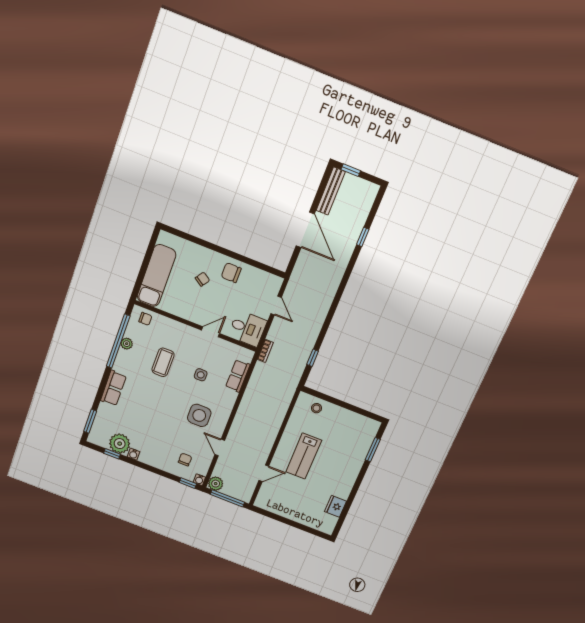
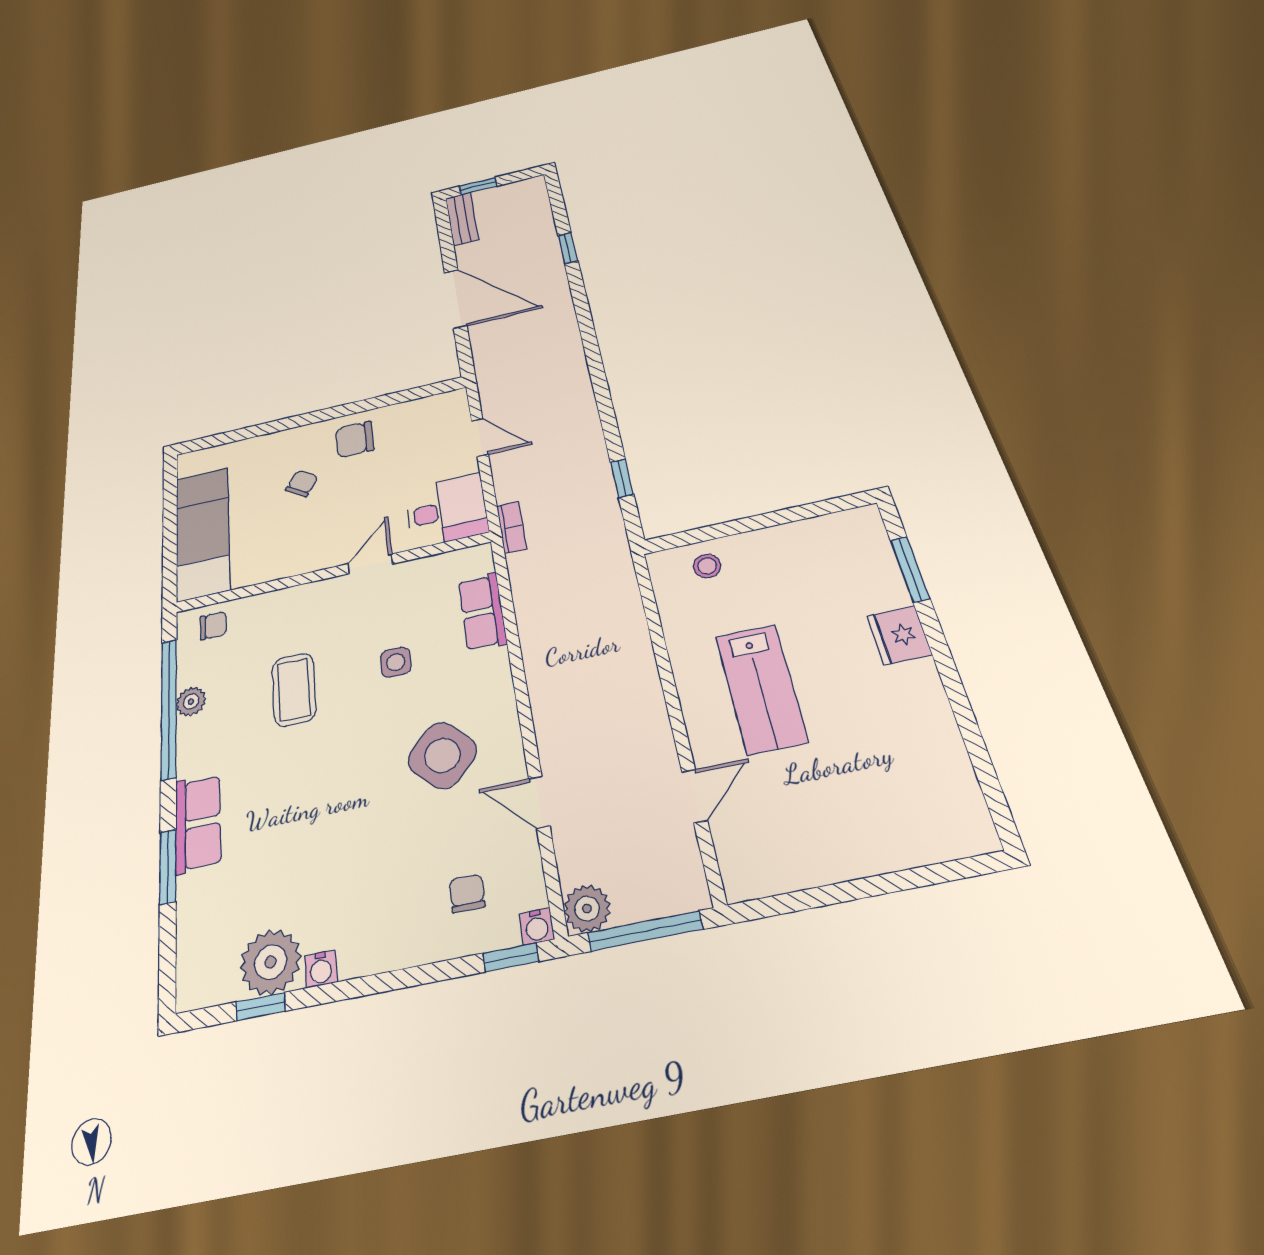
bench: (331, 191) -> (462, 219), width x0.73
side table: (199, 415) -> (442, 755), turned 45
window: (90, 421) -> (168, 867), moved
fridge: (335, 506) -> (899, 635), moved

